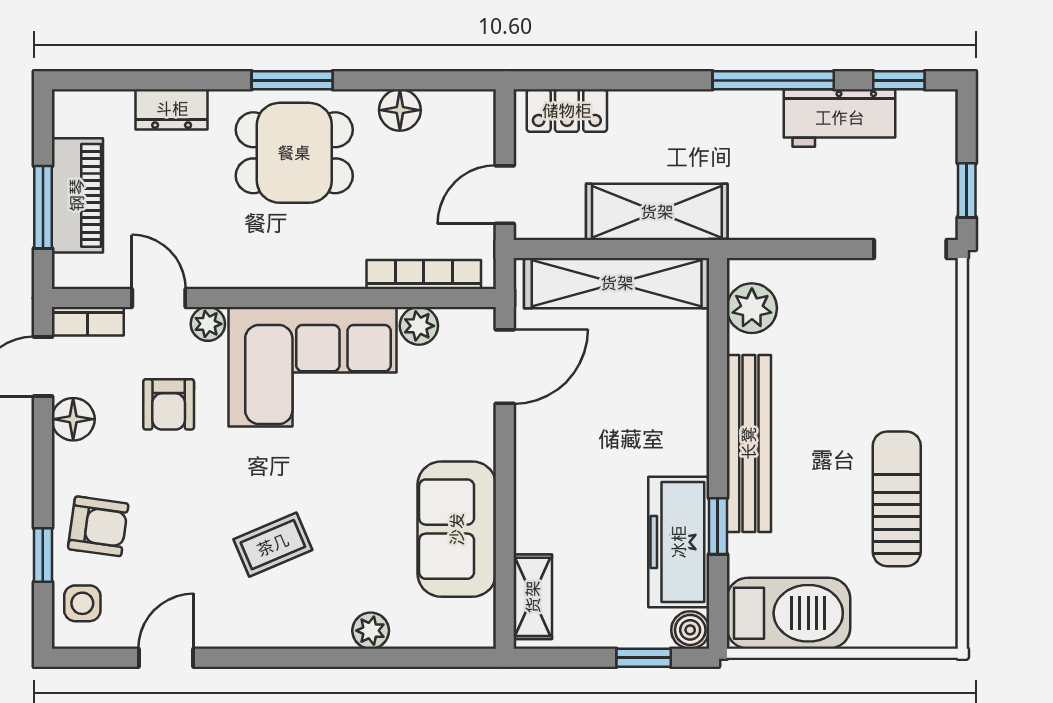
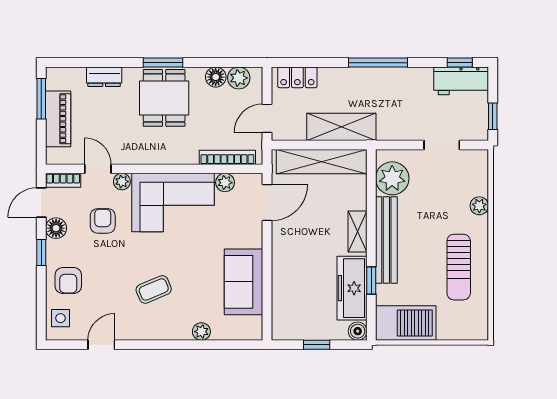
window: (773, 80) -> (378, 63), moved
plant: (447, 112) -> (239, 78), added
workbench: (840, 118) -> (461, 81), moved
dining table: (294, 153) -> (164, 98), turned 90
window: (43, 207) -> (41, 99), moved
doorway: (910, 249) -> (442, 145), moved
plant: (752, 308) -> (392, 178), width x1.36, depth x1.36
plant: (939, 373) -> (479, 206), added
armchair: (169, 404) -> (103, 221), turned 180
sun lounger: (897, 499) -> (459, 267), turned 180
armchair: (98, 526) -> (68, 281), turned 82
window: (43, 555) -> (41, 252), moved
shelving: (533, 597) -> (358, 231), moved
window: (644, 658) -> (317, 345), moved

